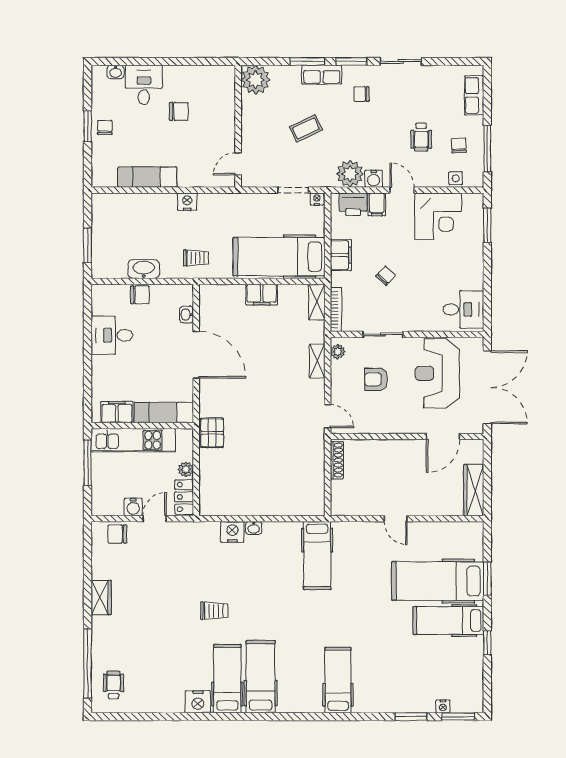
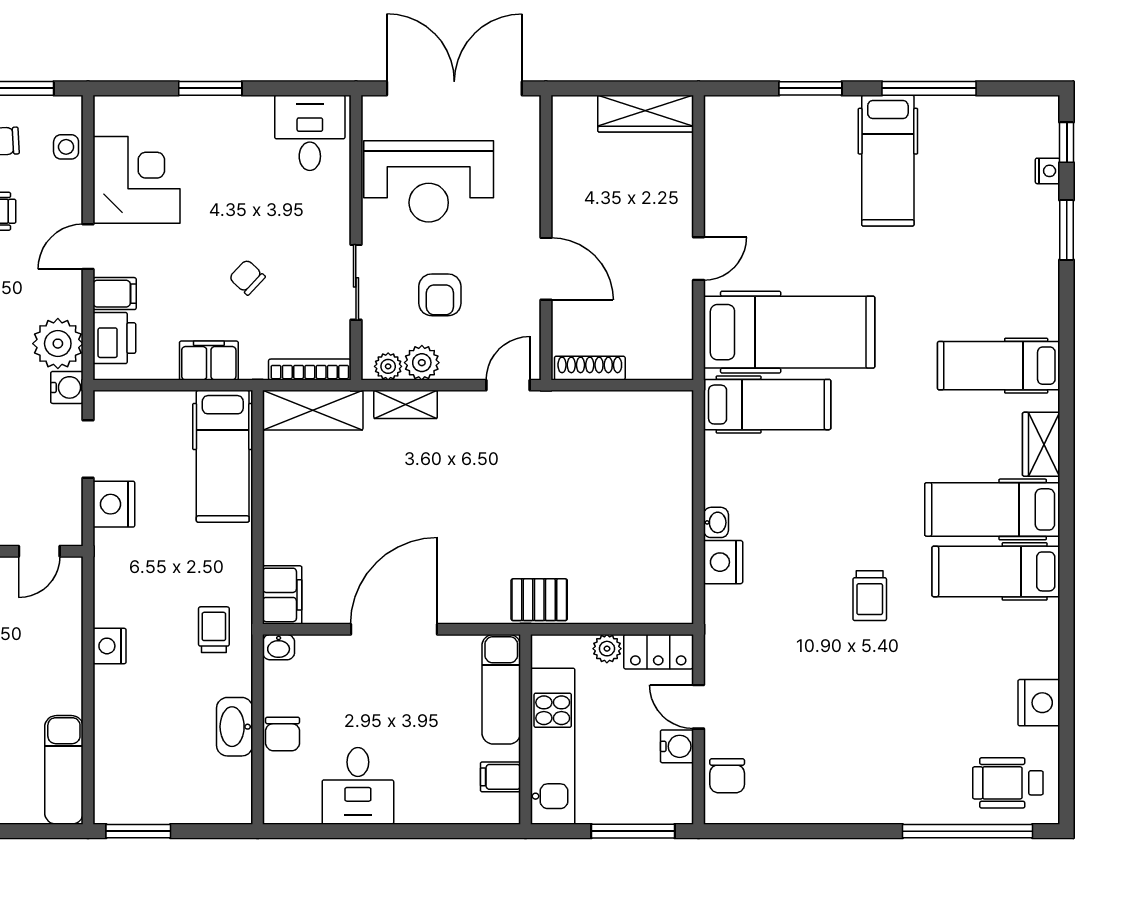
door: (238, 164) -> (39, 551), hinge flipped
exam couch: (147, 177) -> (64, 770), moved
water cooler: (374, 179) -> (67, 387), moved
nightstand: (317, 199) -> (114, 504), moved, width x1.89, depth x1.79
window: (487, 225) -> (210, 88), moved
window: (88, 245) -> (138, 831), moved
hospital bed: (279, 257) -> (223, 456), width x0.73, depth x0.78
chair: (140, 295) -> (283, 734), turned 180
filing cabinet: (262, 295) -> (282, 595), moved
shelving: (317, 302) -> (313, 410), width x1.50, depth x1.33
washbasin: (187, 315) -> (279, 647), moved
plant: (340, 370) -> (422, 363), added
filing cabinet: (117, 412) -> (500, 777), width x0.50
door: (443, 436) -> (546, 269), moved
window: (88, 463) -> (633, 831), moved
hospital bed: (438, 581) -> (789, 332), moved, turned -90
wardrobe: (101, 597) -> (1041, 444), moved, turned -90
trolley: (214, 611) -> (870, 596), turned 180
window: (487, 643) -> (929, 88), width x2.17
wheelchair: (114, 685) -> (1008, 783), width x1.36, depth x1.37
nightstand: (198, 702) -> (1039, 703), moved
window: (458, 717) -> (1067, 142), width x0.67

